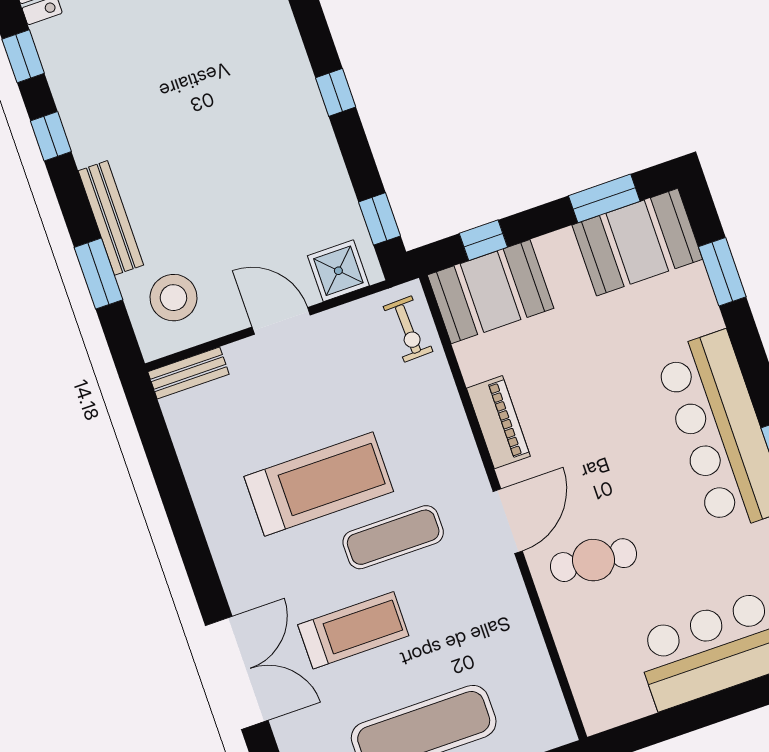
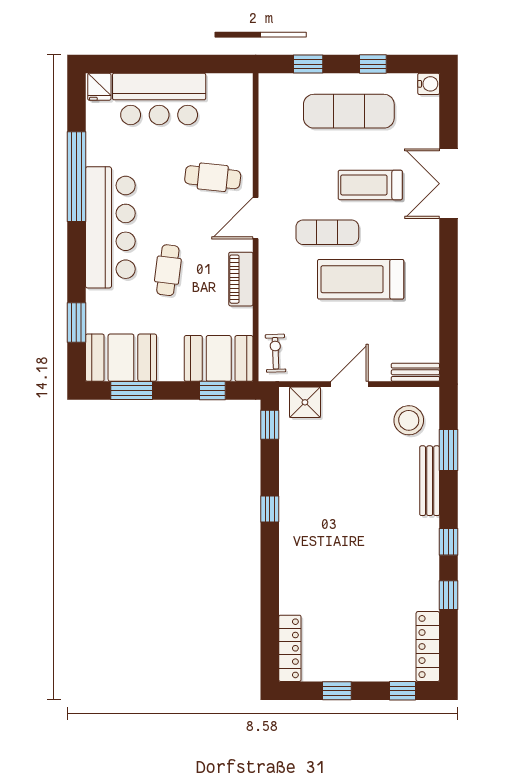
door: (281, 321) -> (349, 384), swing flipped
cafe table: (612, 398) -> (168, 270), added

